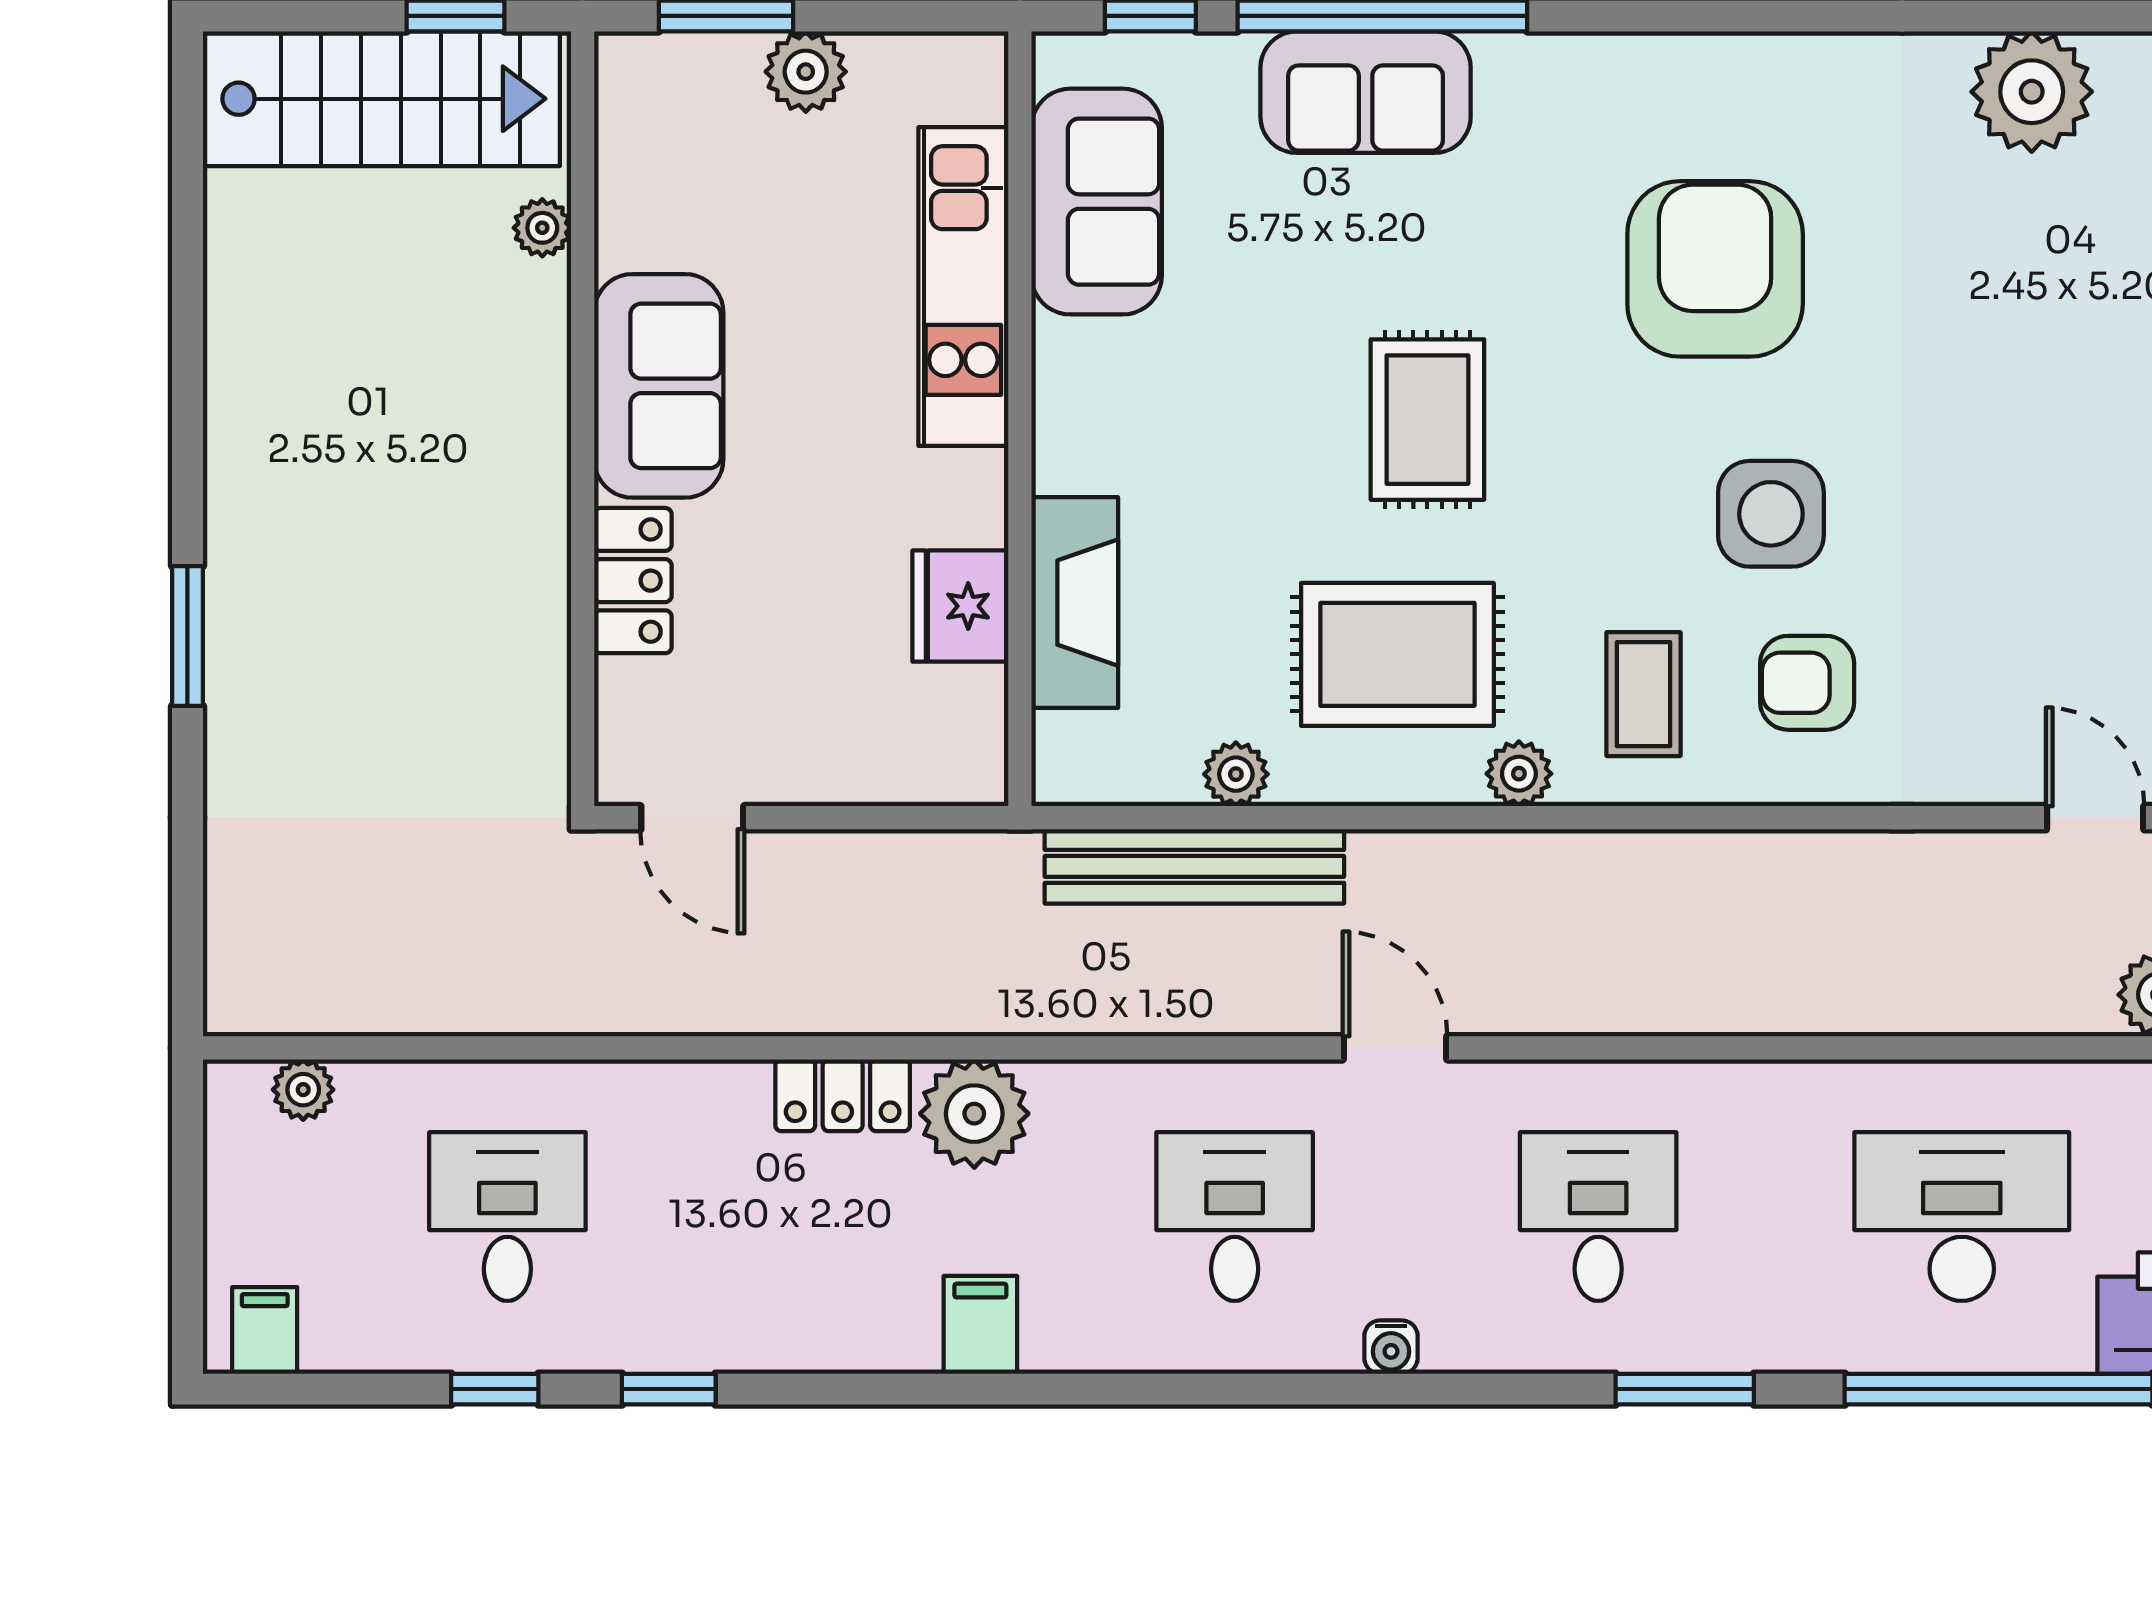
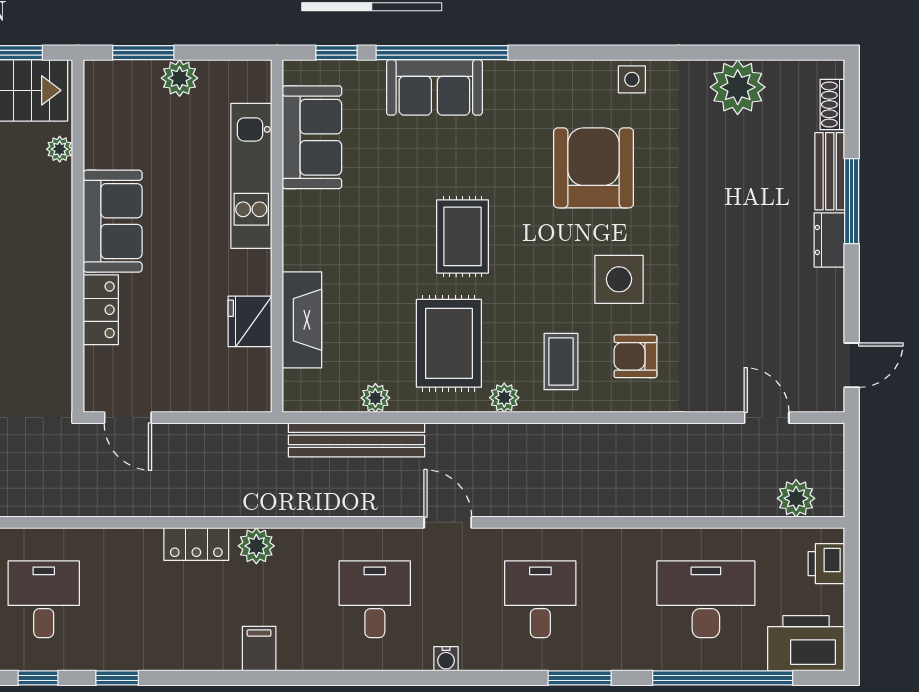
side table: (1799, 75) -> (632, 79), added
rug: (1397, 654) -> (449, 343), turned 90
plant: (974, 1114) -> (256, 546), width x0.73, depth x0.73

